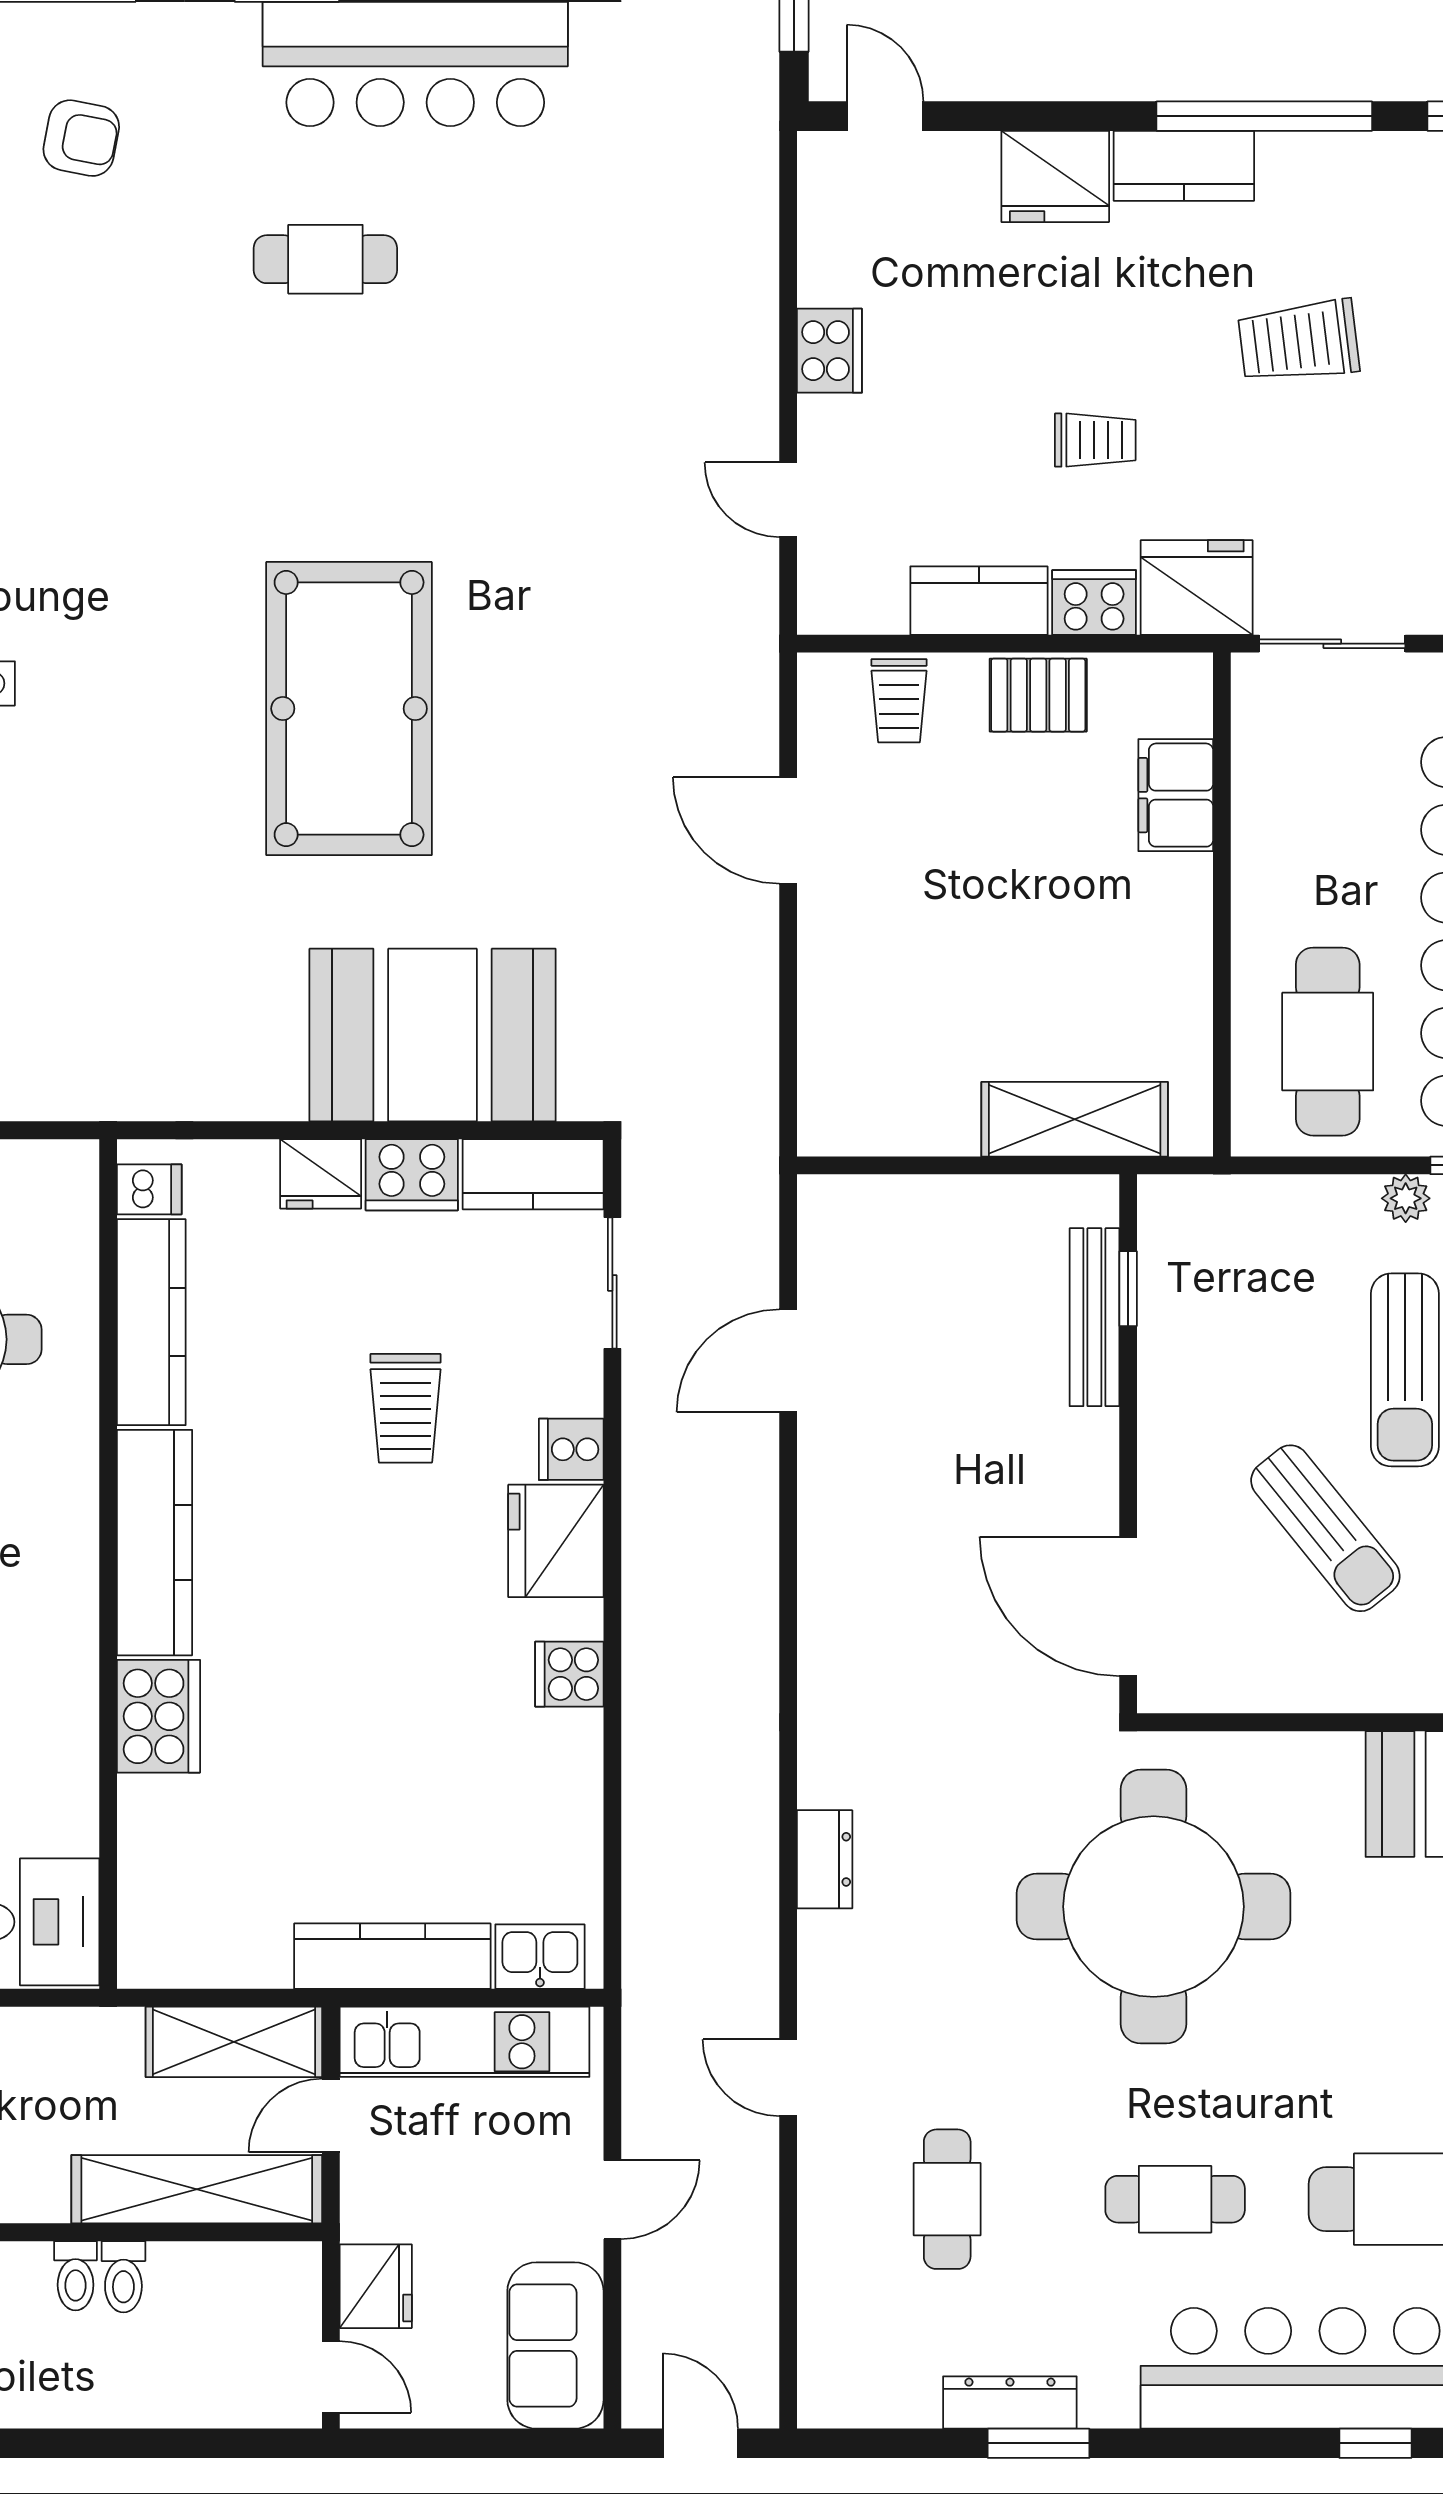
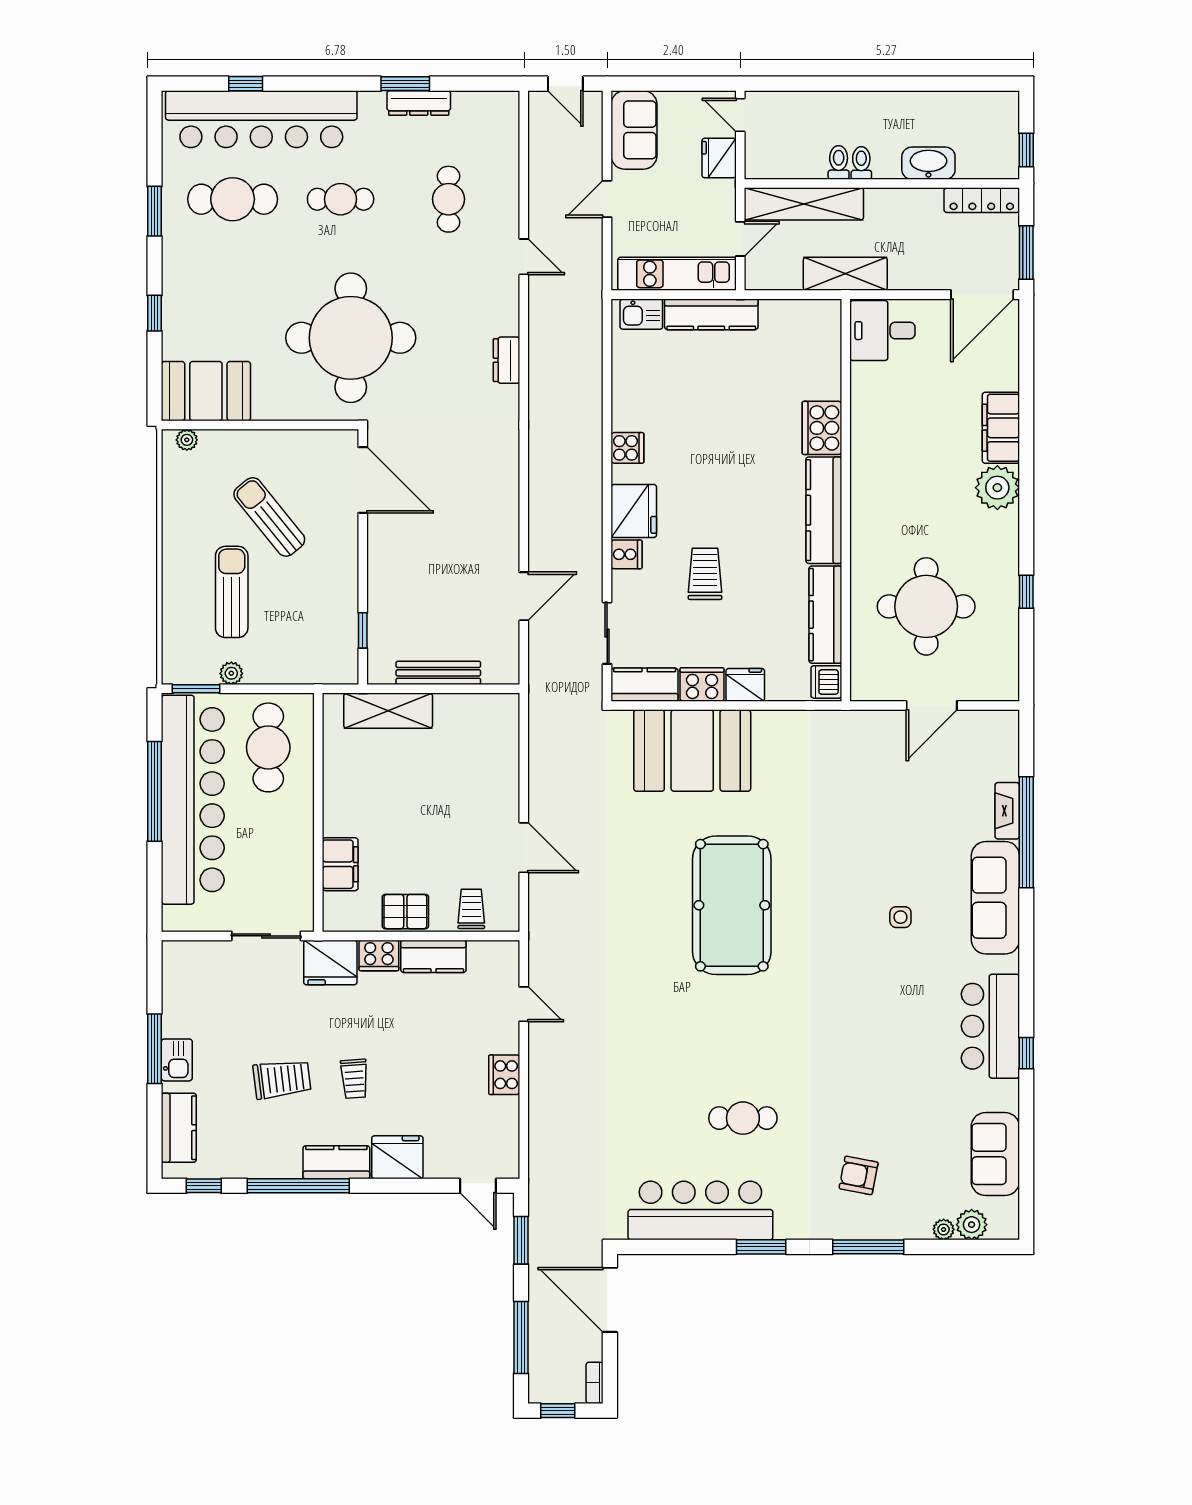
trolley: (1095, 440) -> (354, 1079), moved, turned -94
dishwasher: (149, 1189) -> (826, 682), width x1.38
bench: (1094, 1317) -> (438, 673), moved, turned 90
shelving: (234, 2042) -> (845, 274), moved

